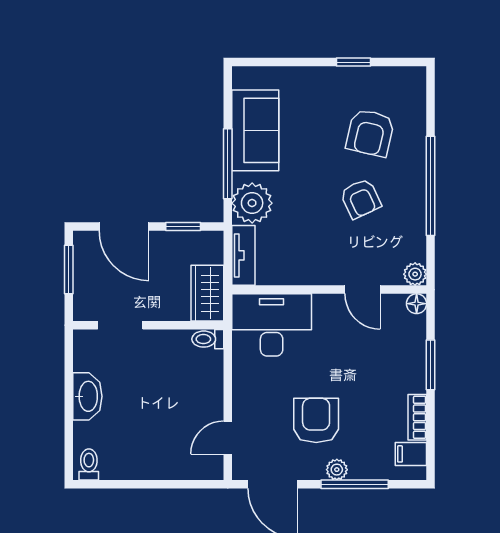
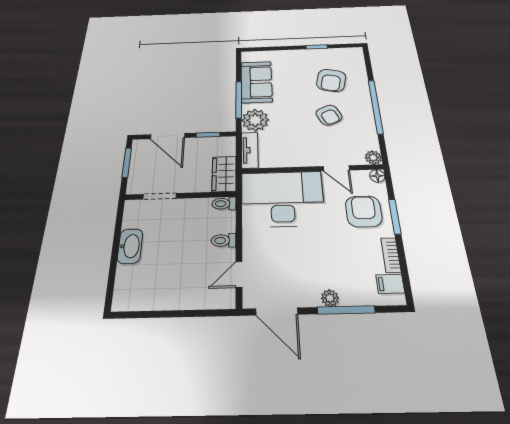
desk: (272, 325) -> (282, 199), width x1.36, depth x1.30
armchair: (316, 420) -> (364, 211), moved
toilet: (89, 464) -> (224, 240), moved, turned -90

